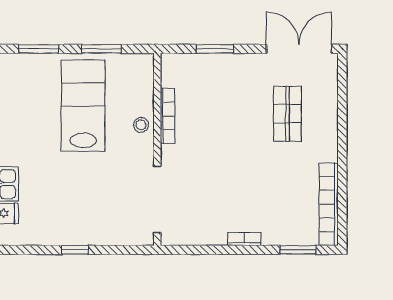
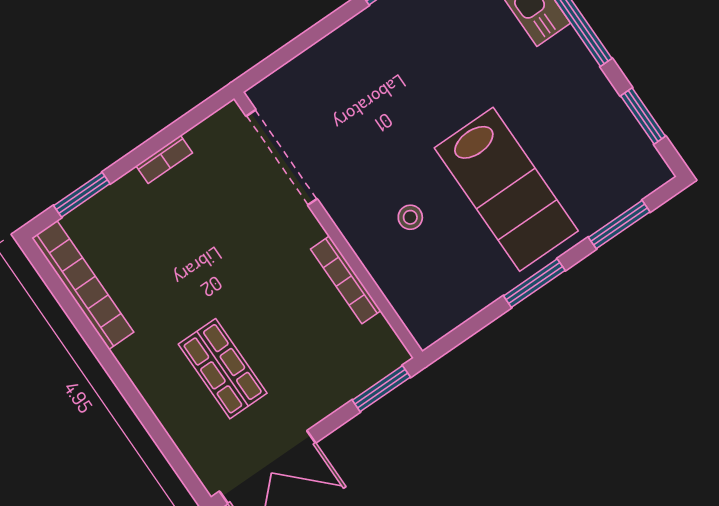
bookcase: (167, 116) -> (346, 280), moved
wall: (157, 149) -> (328, 225), moved
doorway: (157, 199) -> (282, 157), moved

